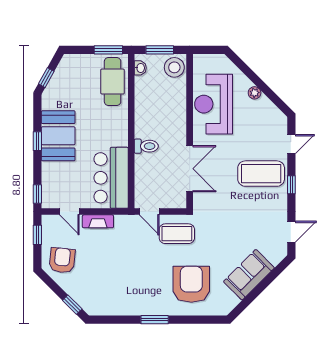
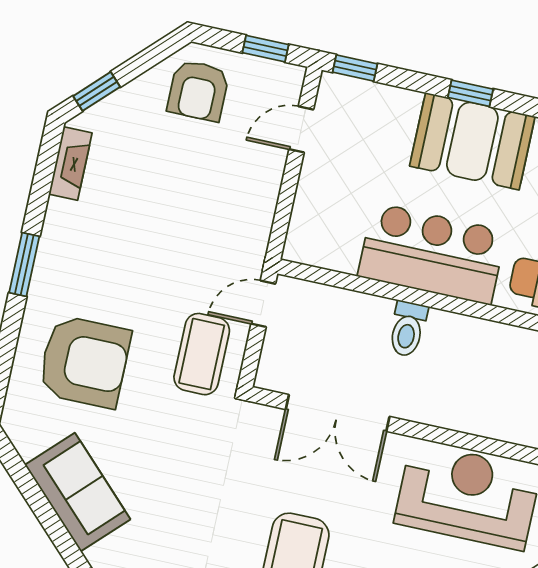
bar counter: (111, 178) -> (432, 254), moved
fireplace: (98, 221) -> (70, 164), moved, turned 180
armchair: (62, 260) -> (198, 91), turned 84

